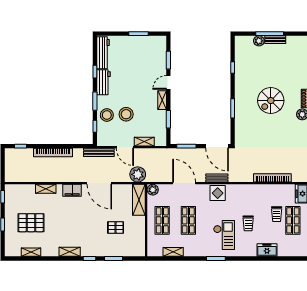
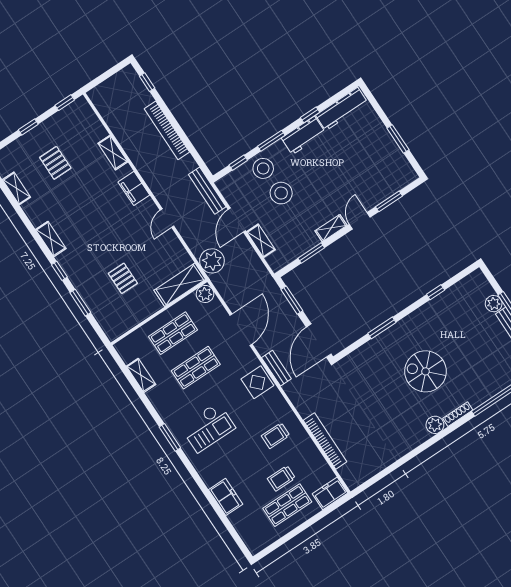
door: (168, 82) -> (360, 221), hinge flipped
door: (99, 183) -> (167, 218), width x0.53
pallet: (31, 223) -> (55, 163), width x0.67, depth x0.71
trolley: (248, 223) -> (276, 436), moved

